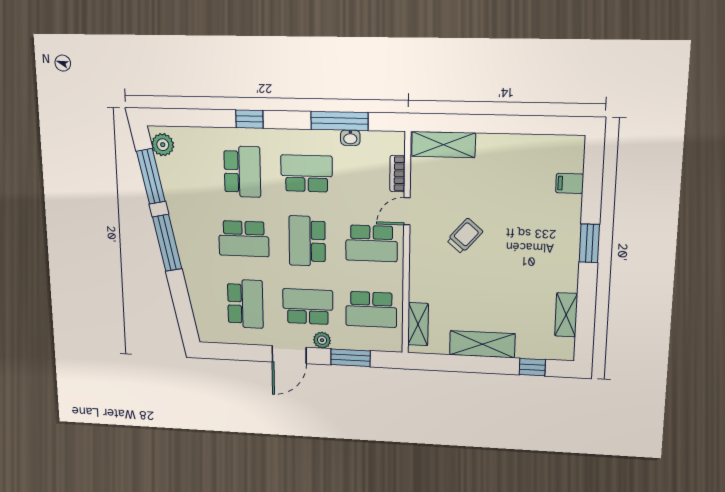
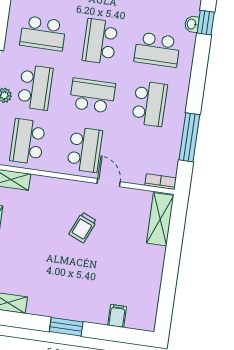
window: (249, 119) -> (206, 23), moved
washbasin: (350, 138) -> (192, 24), moved
bookcase: (397, 174) -> (161, 182), moved
trolley: (465, 236) -> (83, 227), turned 72
school desk: (371, 243) -> (85, 150), turned 180

